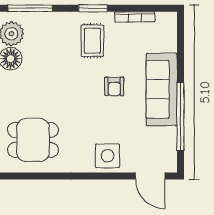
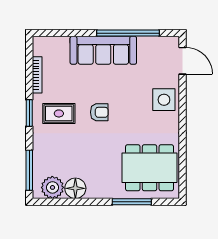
armchair: (114, 86) -> (99, 112), moved
dining table: (33, 140) -> (150, 168), width x1.38
door: (150, 176) -> (182, 61), hinge flipped

